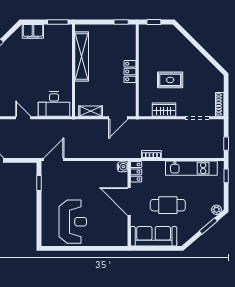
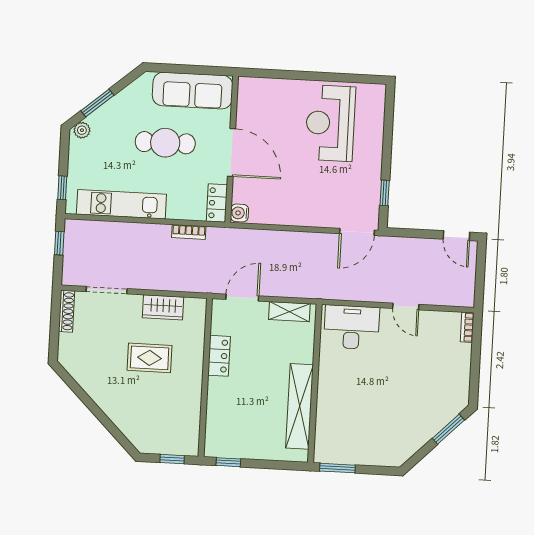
filing cabinet: (33, 31) -> (381, 454), removed
locker: (130, 72) -> (219, 356), moved

